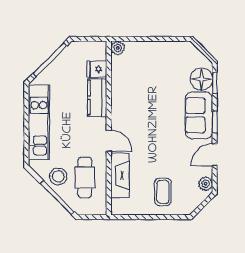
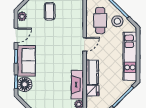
door: (109, 141) -> (85, 44), swing flipped
fireplace: (120, 175) -> (77, 85), moved

